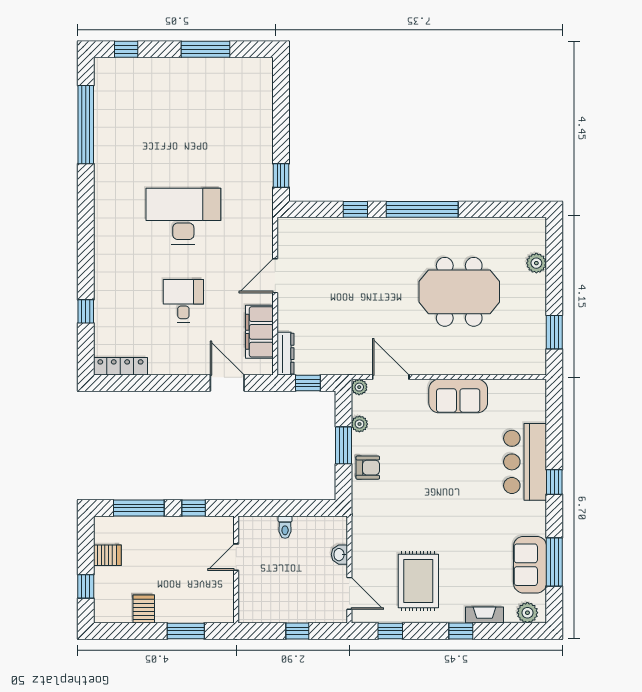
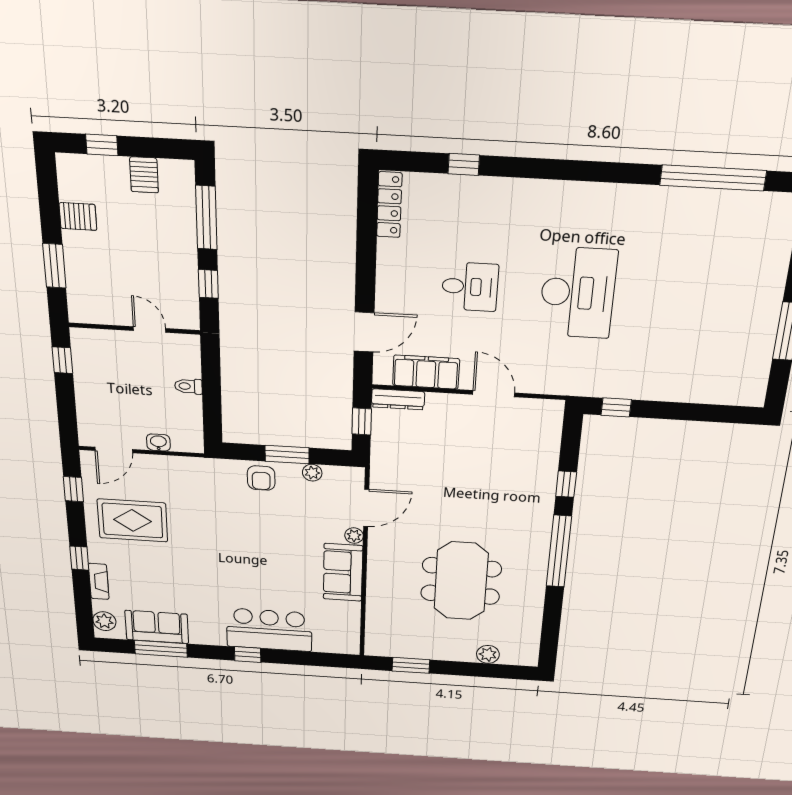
plant: (359, 387) -> (354, 536), moved
window: (297, 631) -> (62, 360), moved

